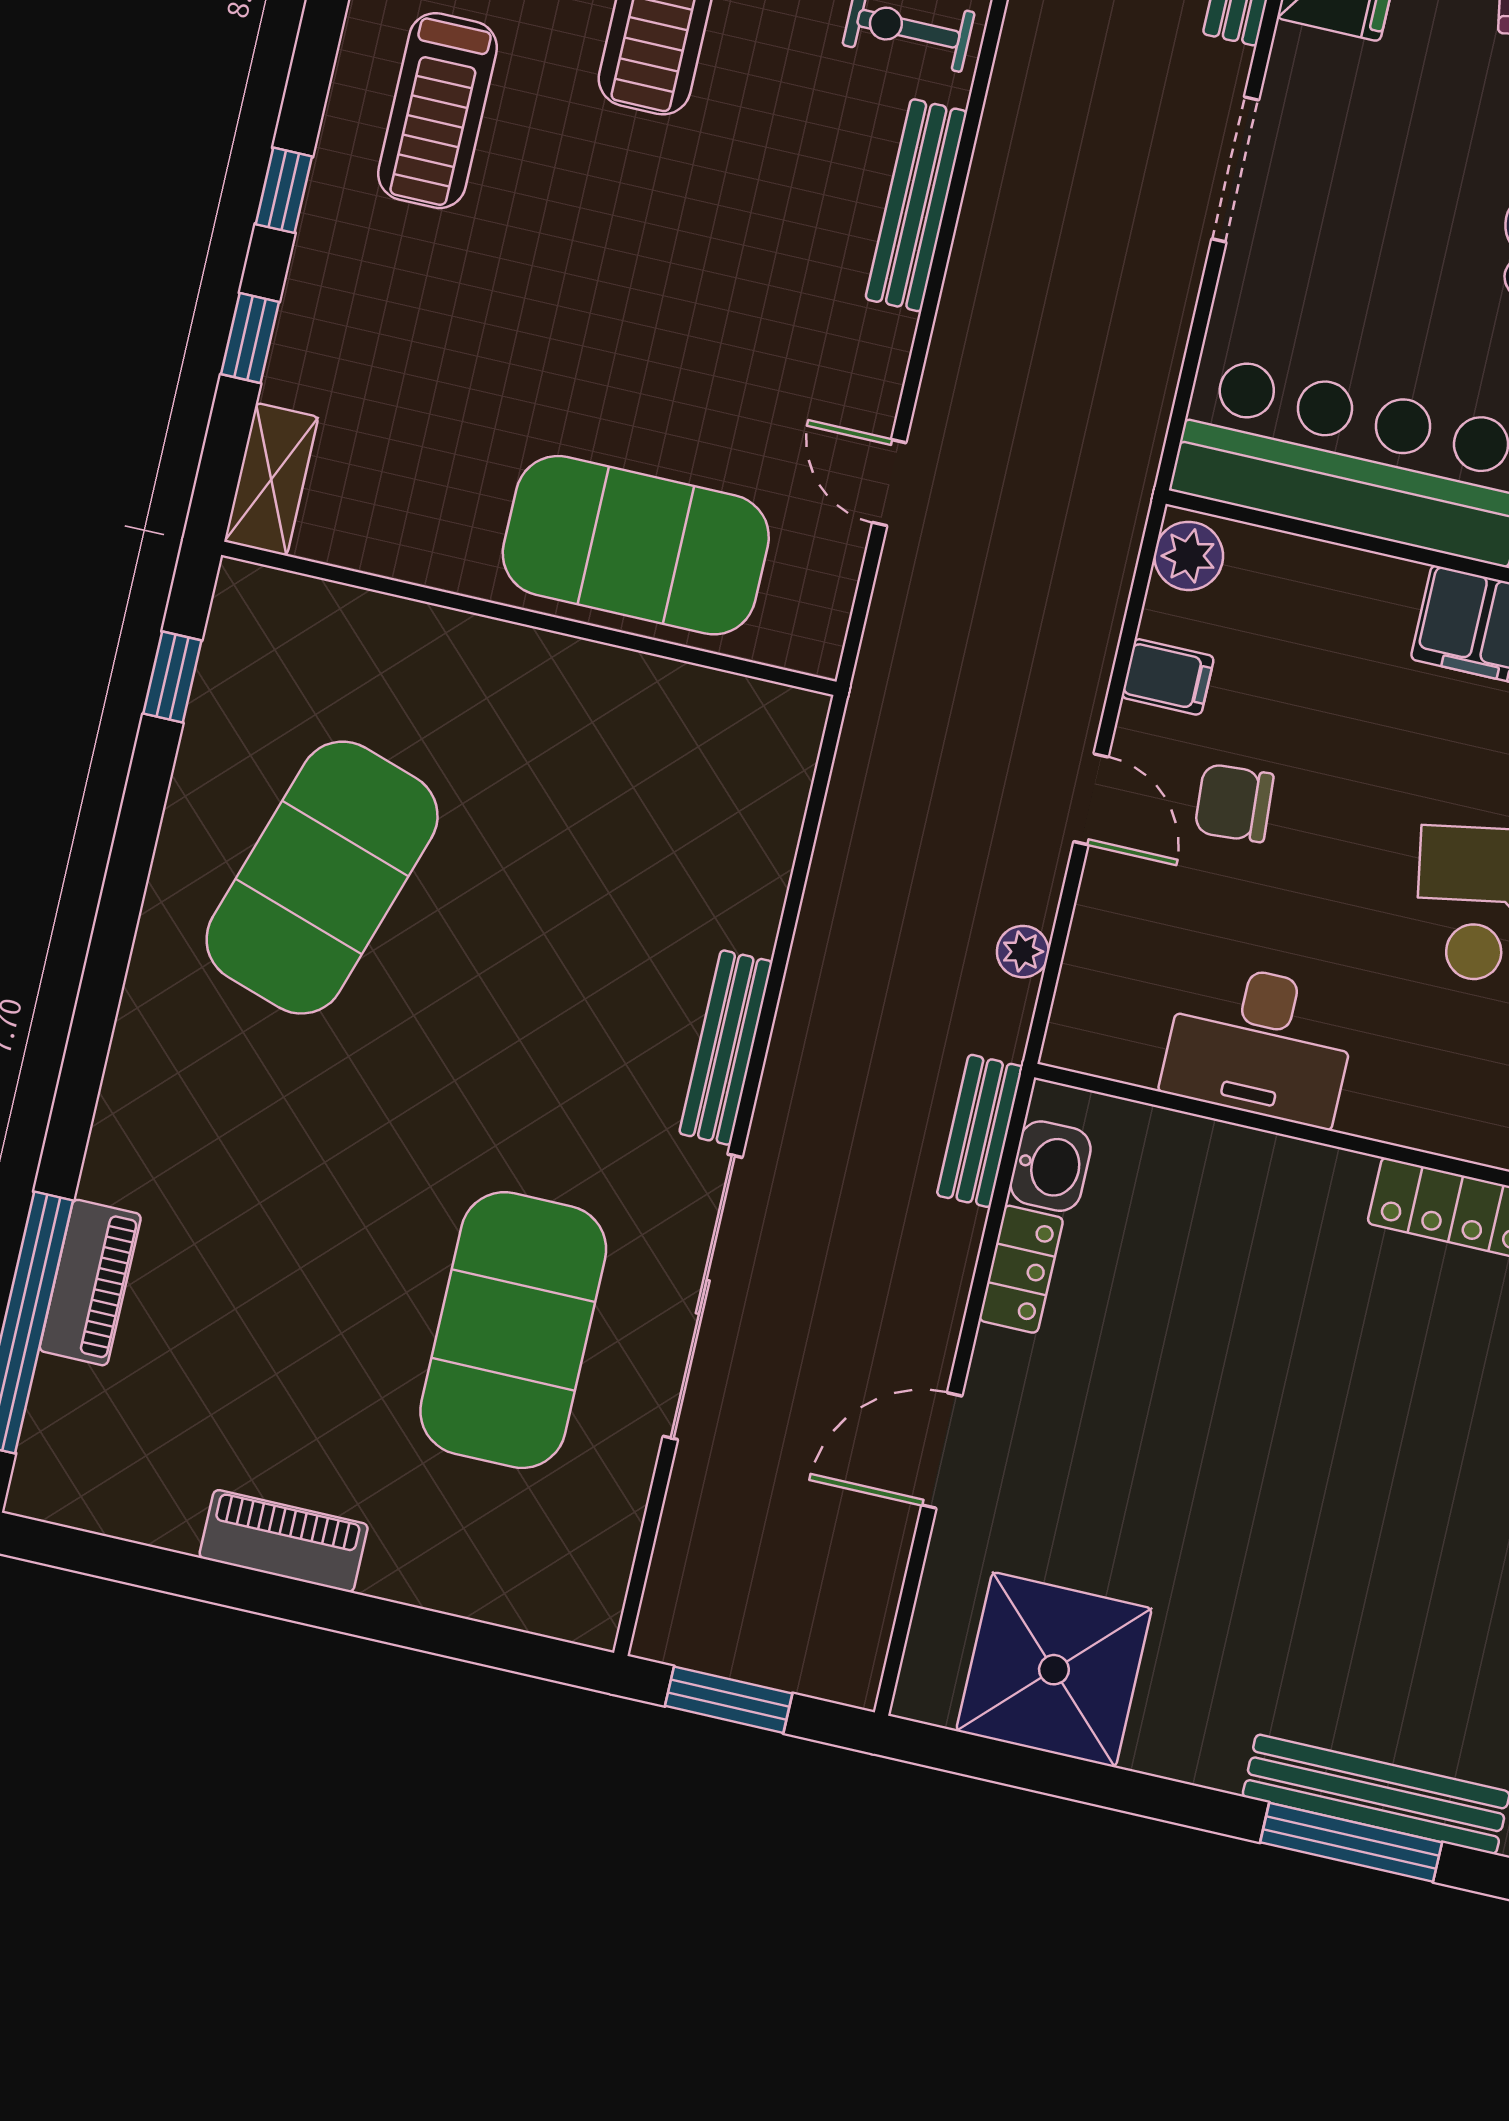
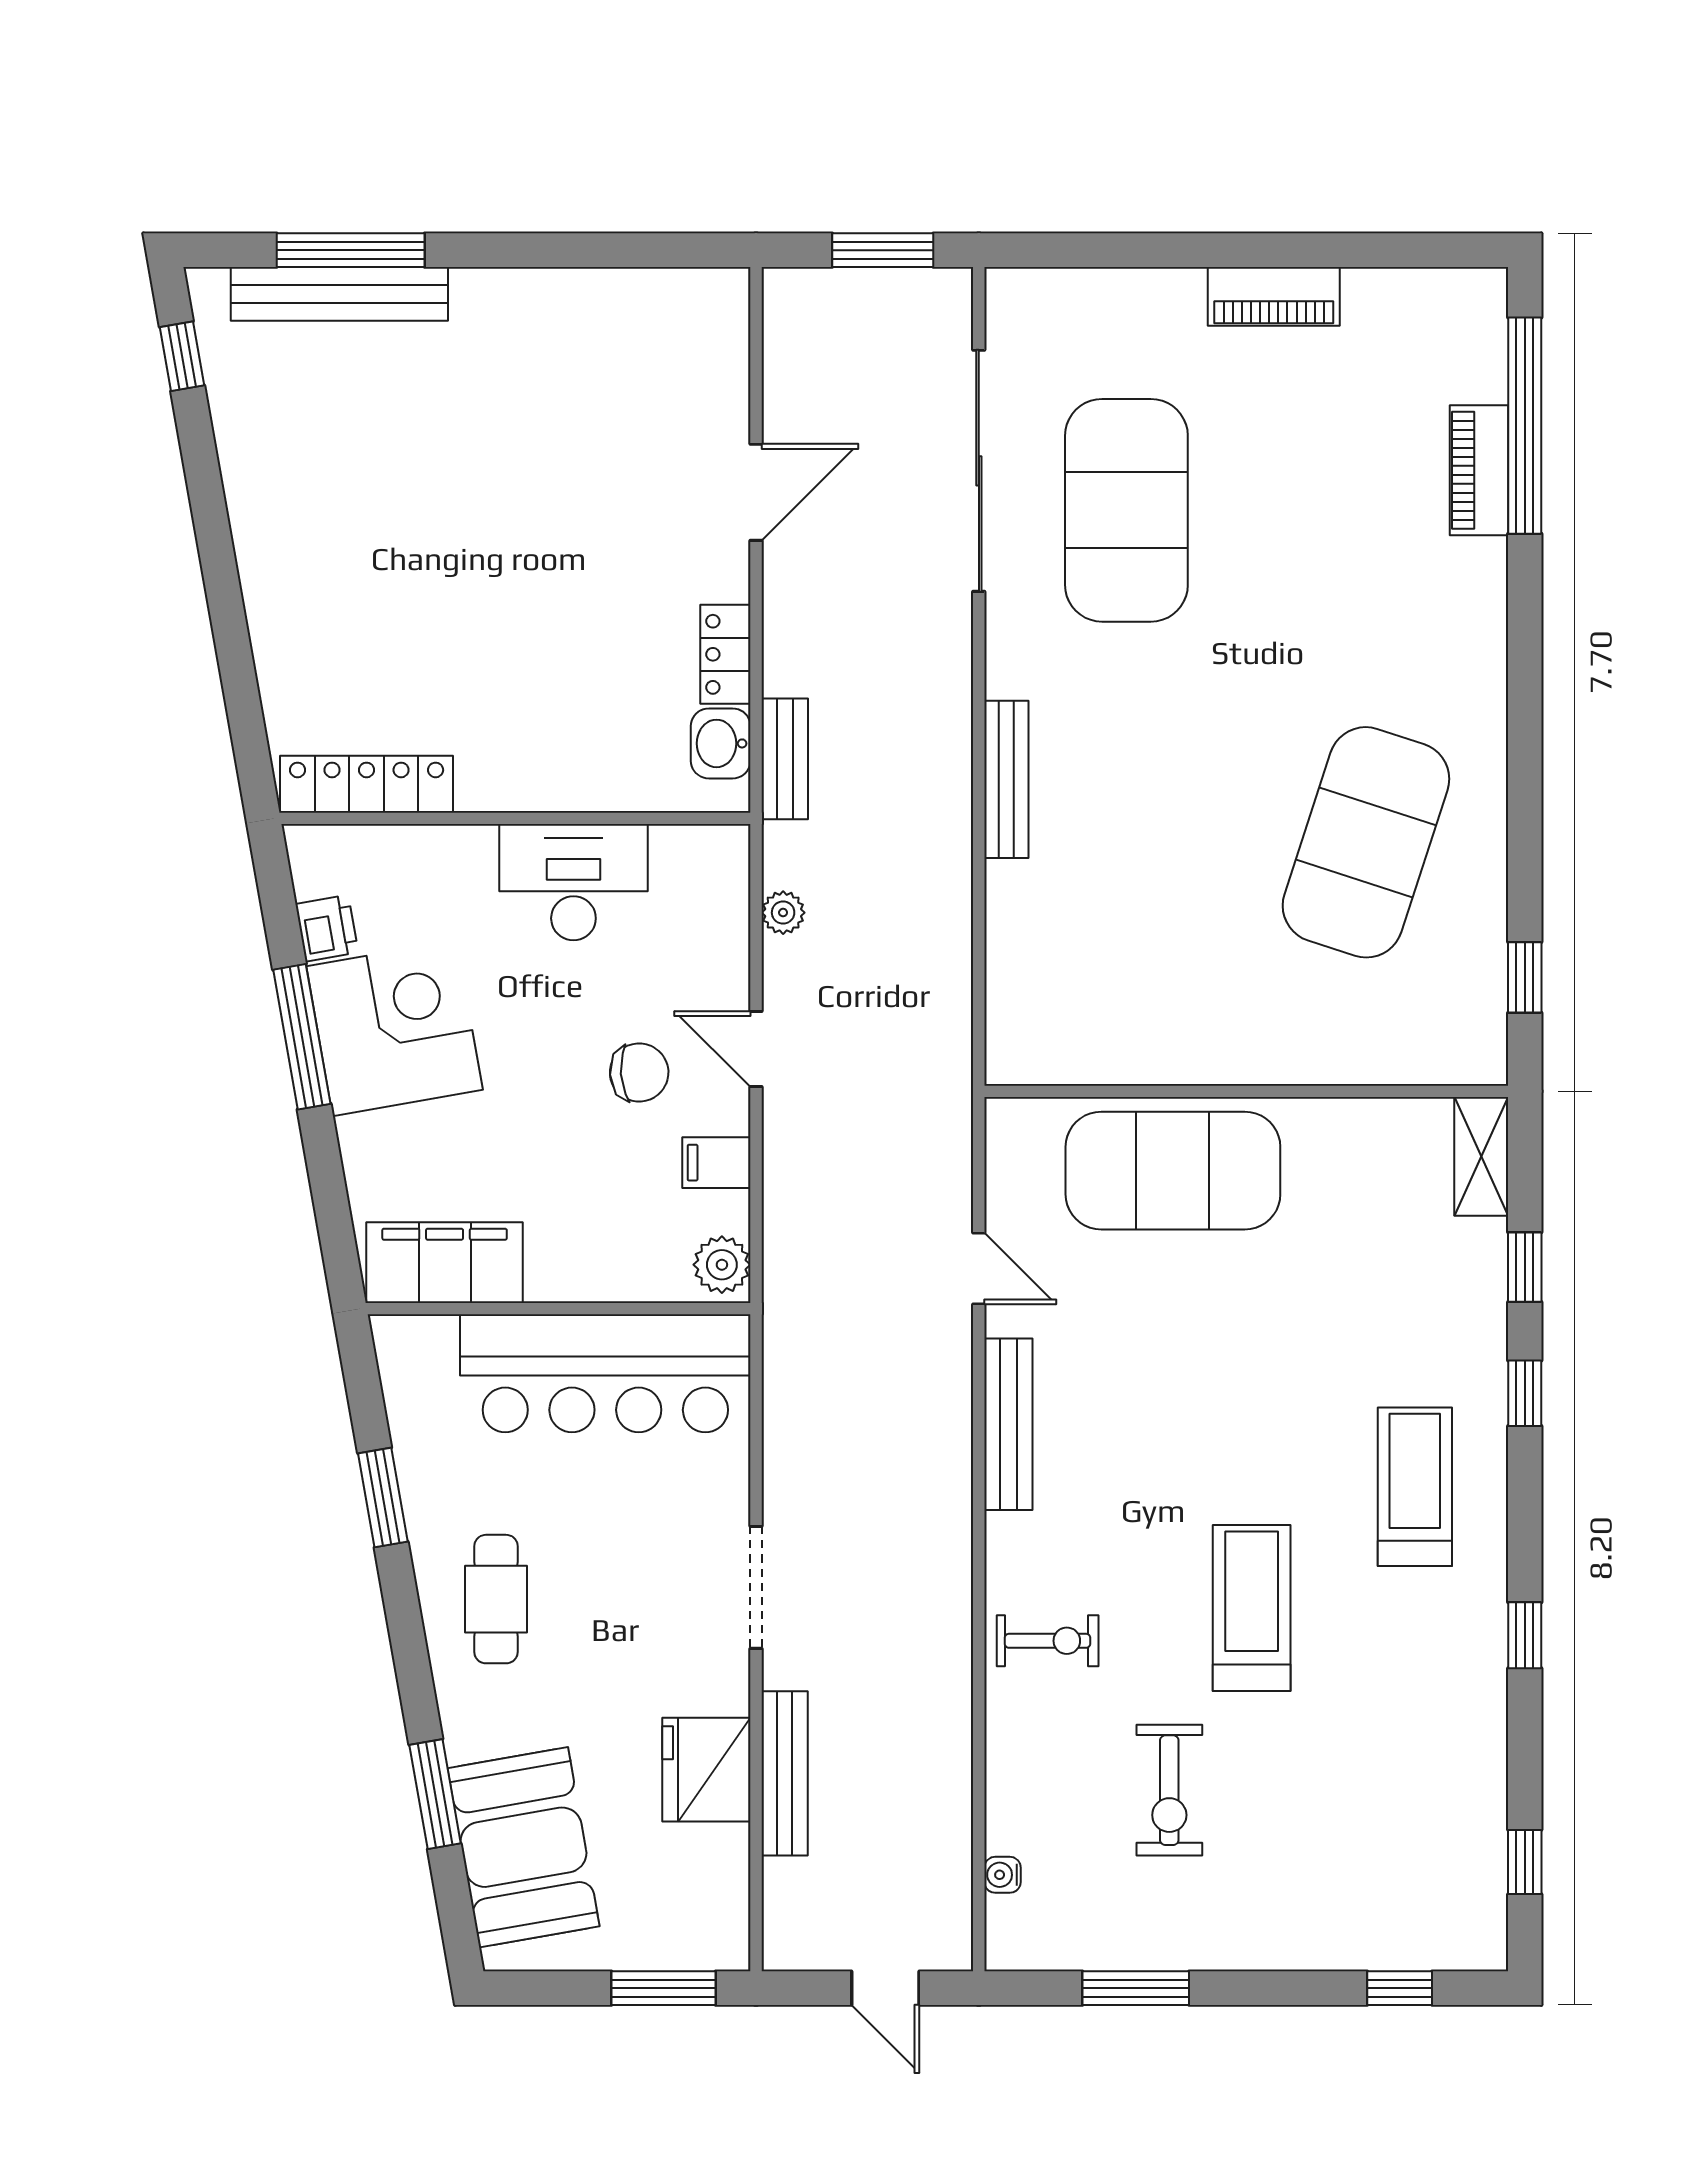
bench: (916, 205) -> (1008, 1424), moved
sliding door: (703, 1297) -> (979, 471), moved
shower: (1054, 1670) -> (624, 335), removed

